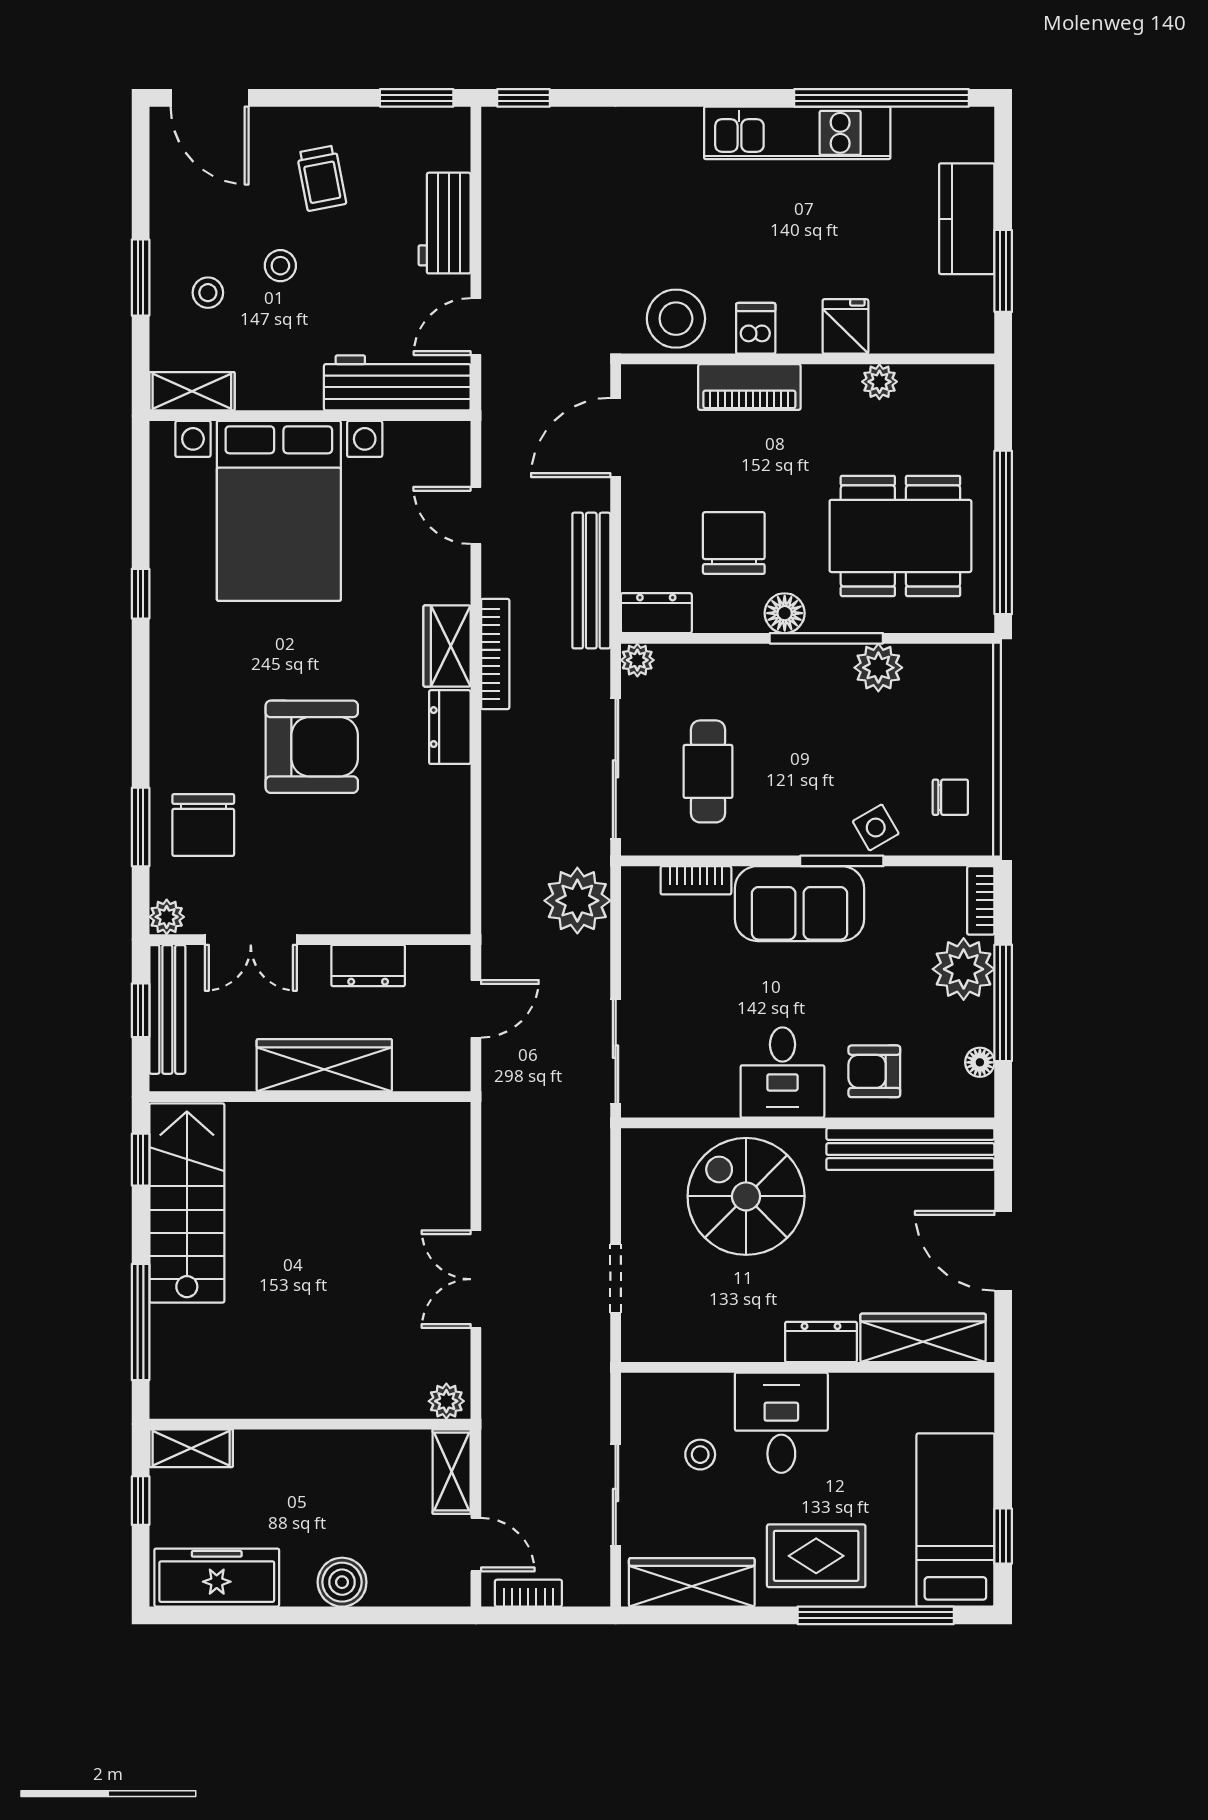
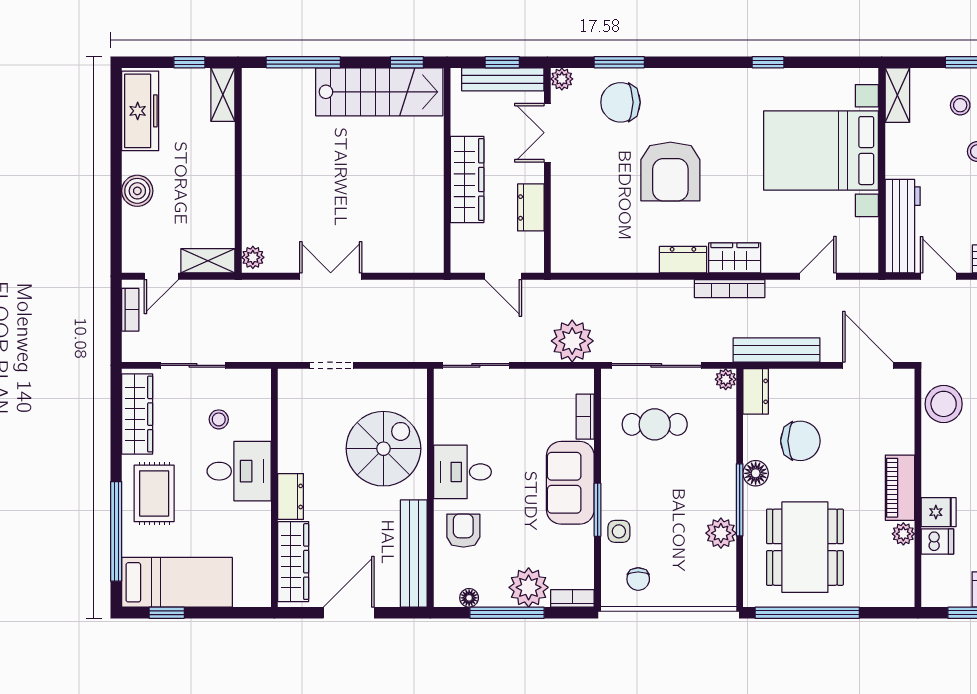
dishwasher: (756, 328) -> (937, 541), moved
piano: (749, 387) -> (900, 488), moved
side table: (876, 827) -> (619, 531), turned 30

